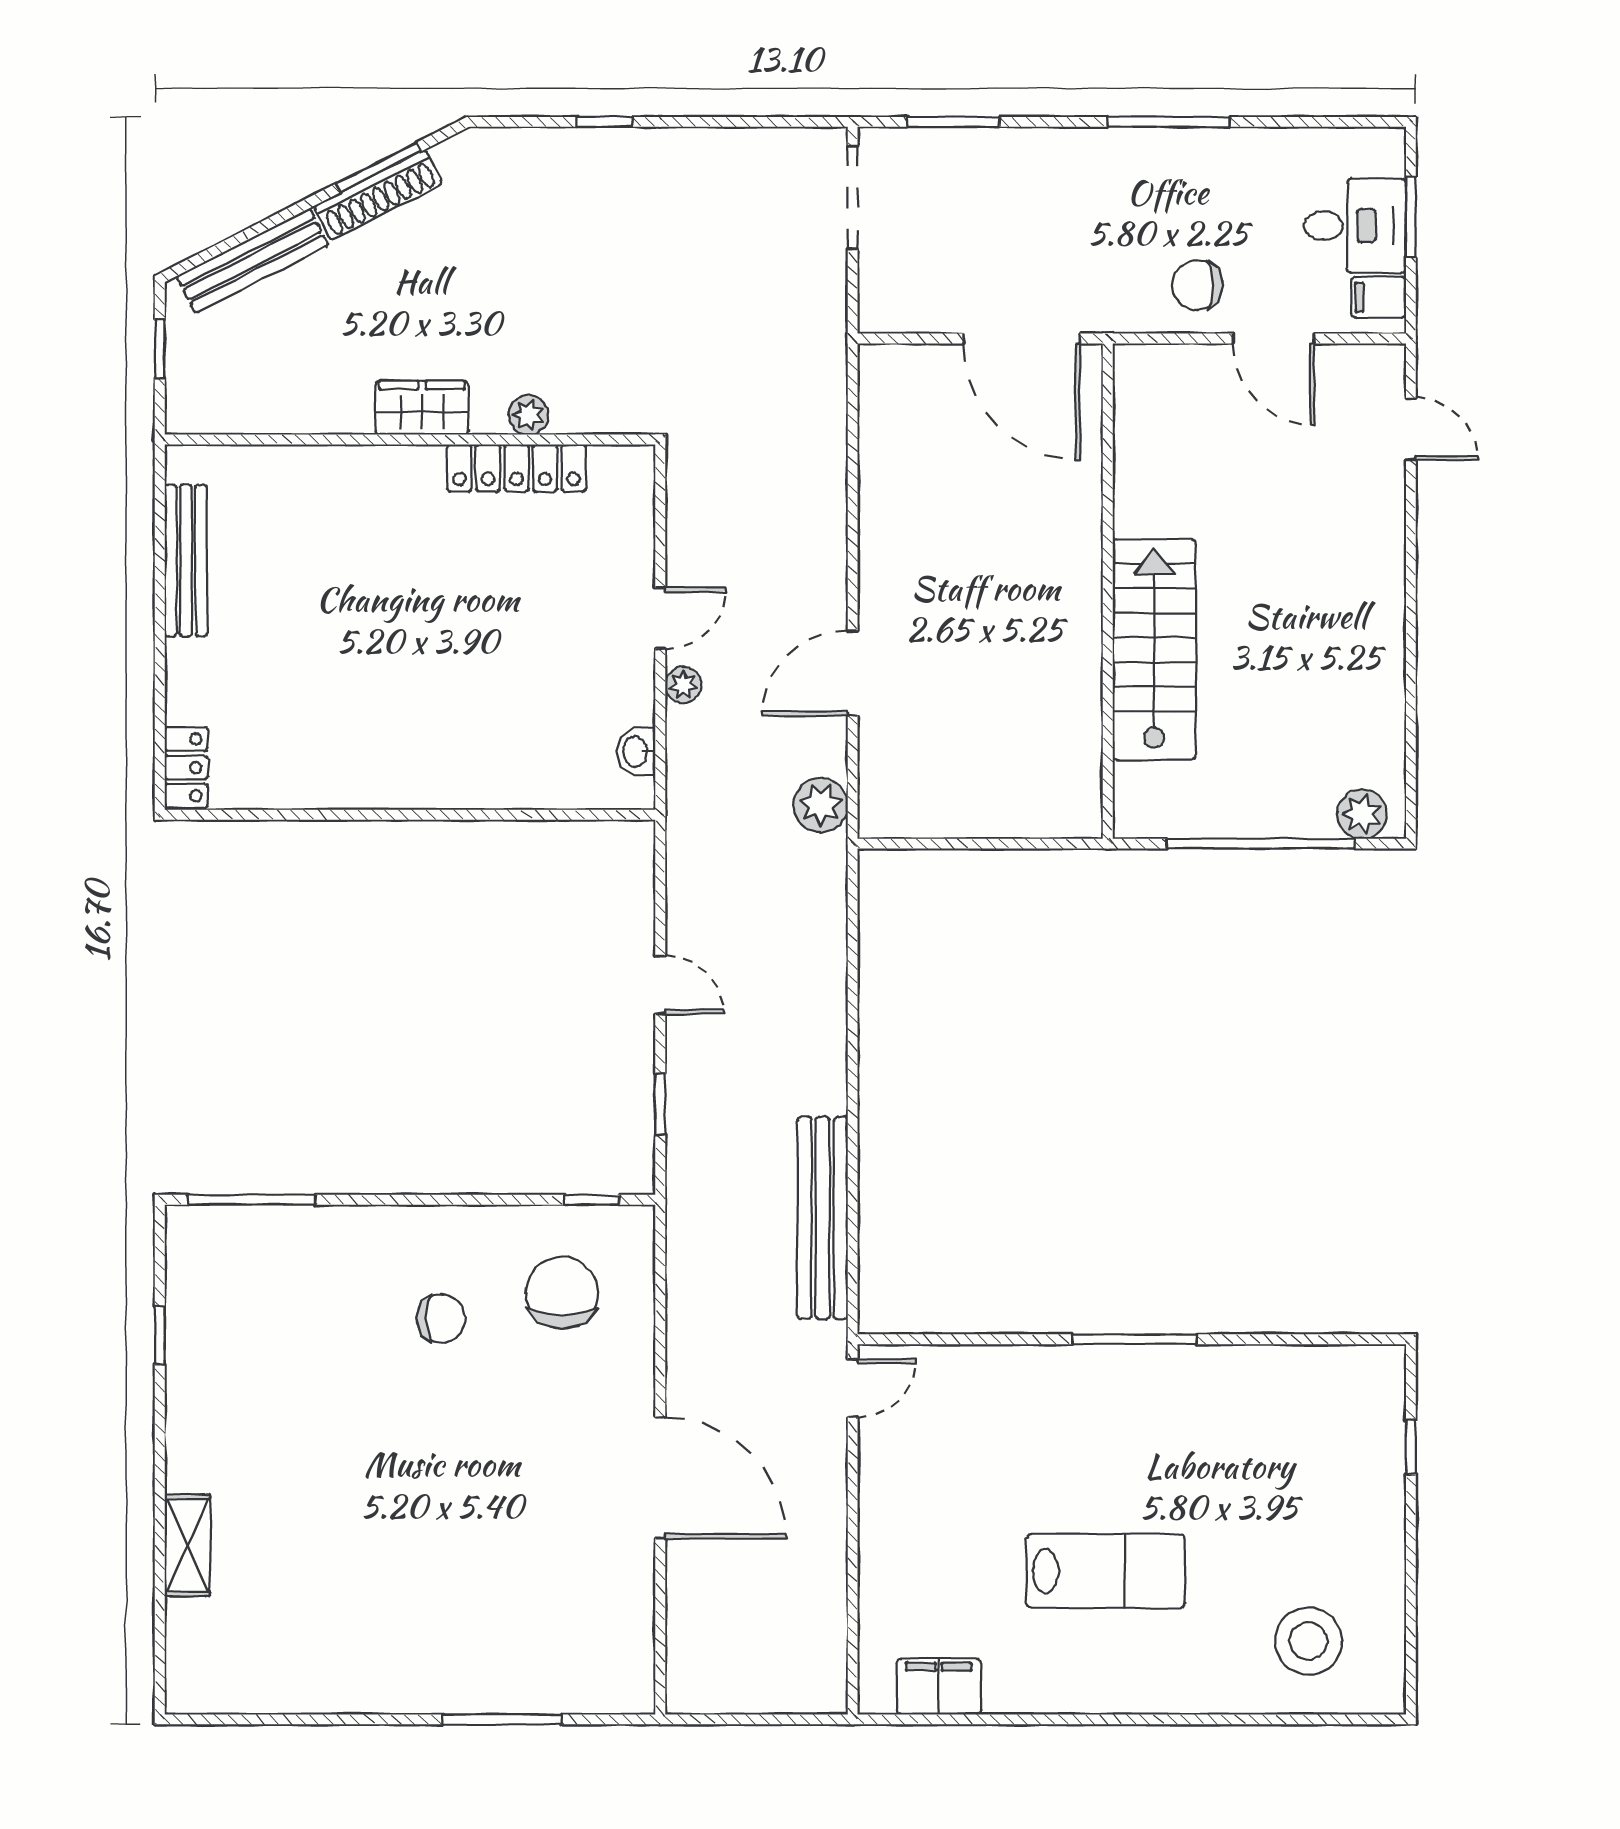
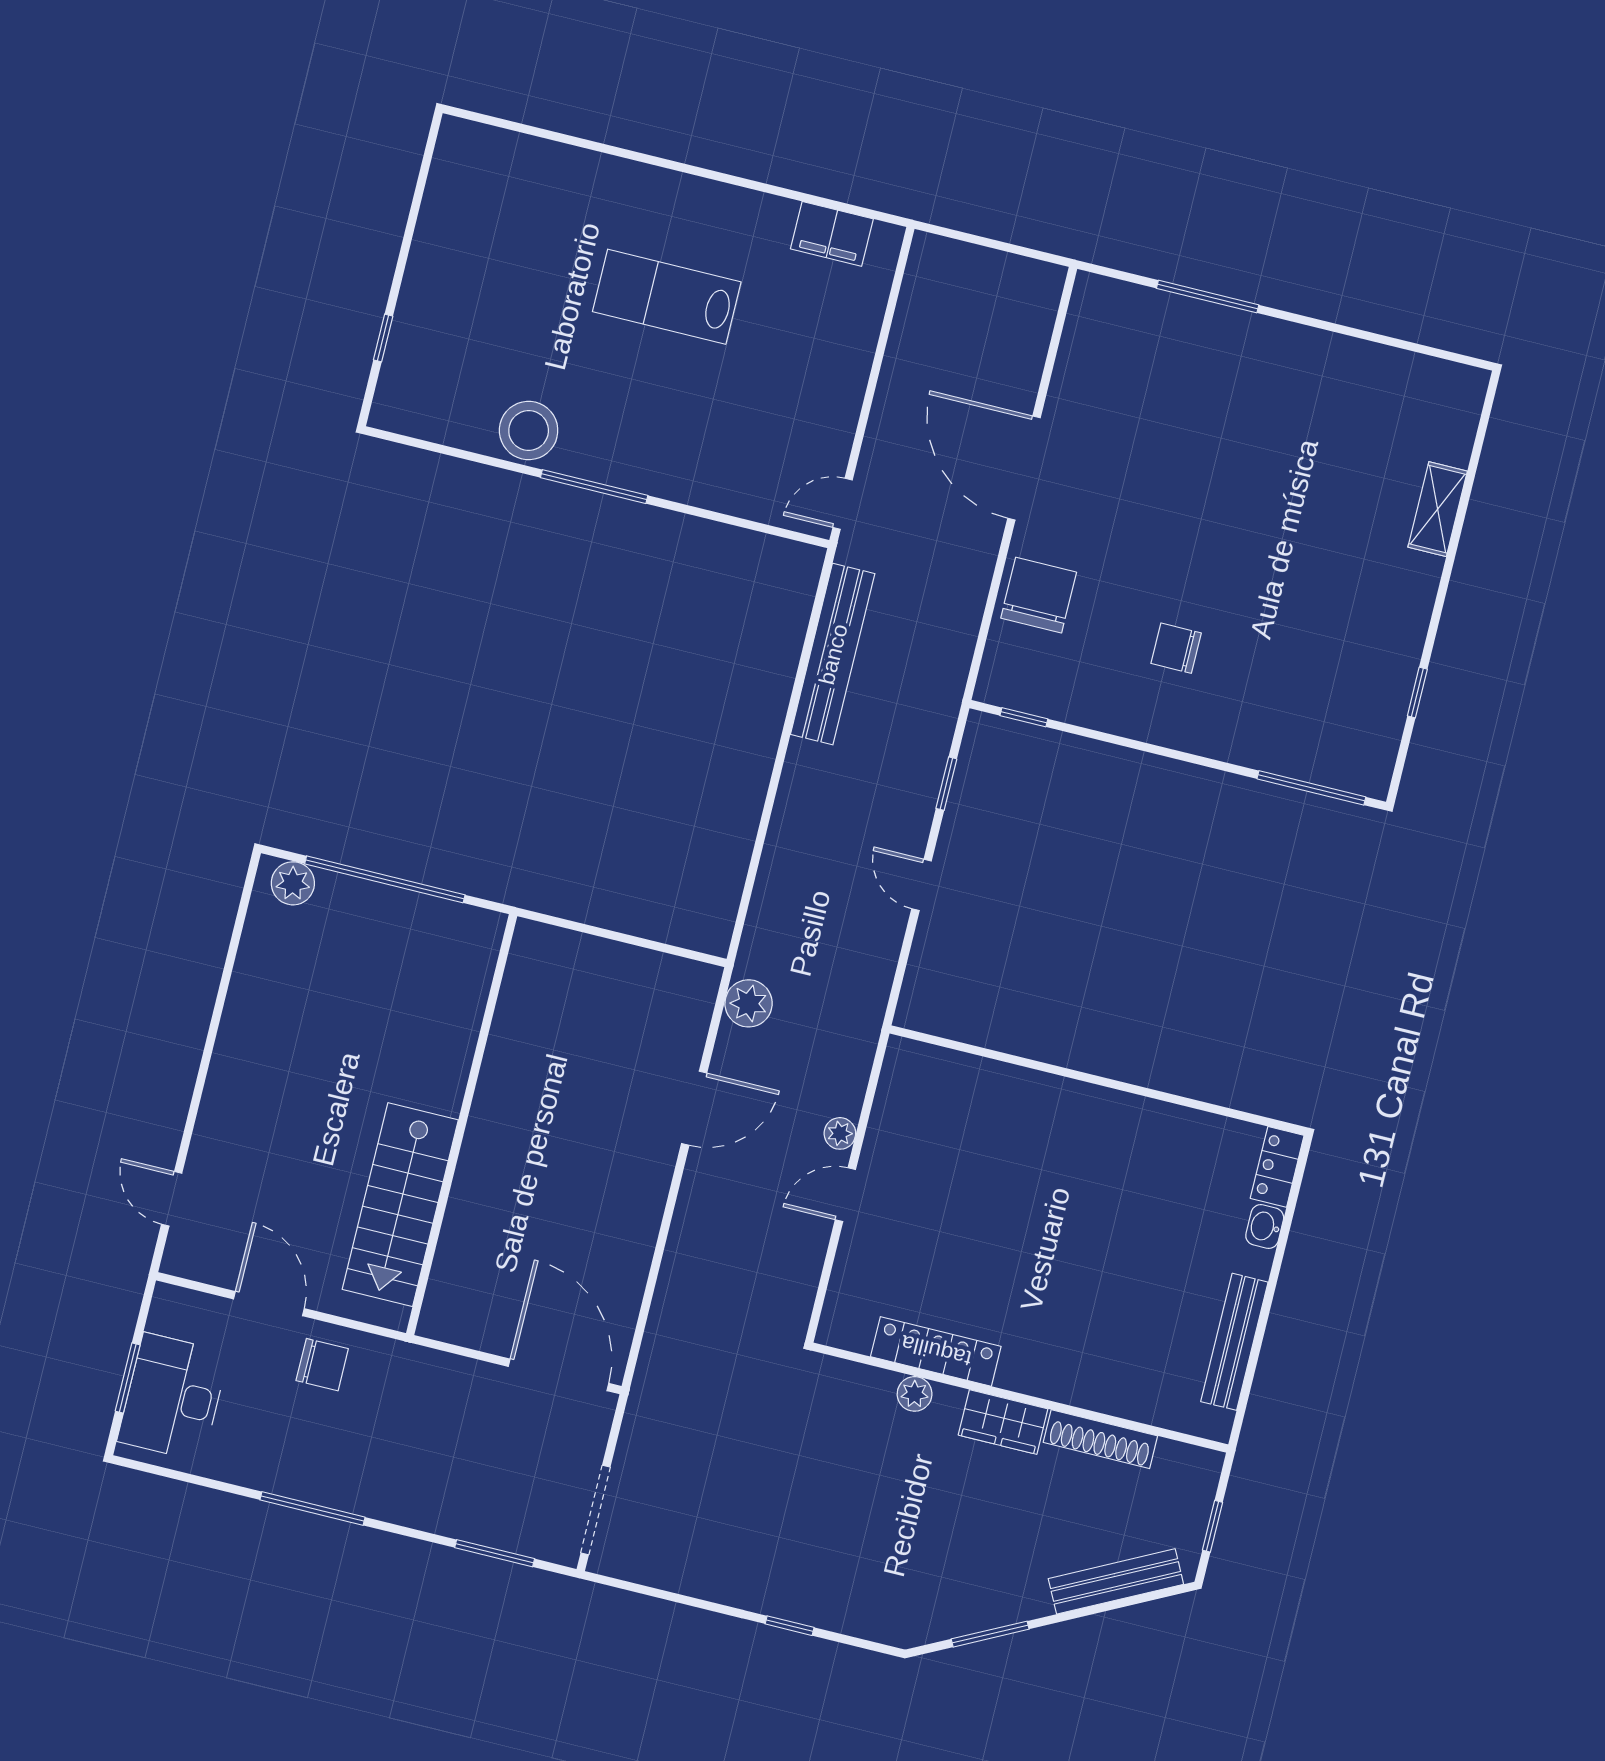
shoe rack: (378, 195) -> (1100, 1439), moved, turned -153
desk: (1355, 226) -> (173, 1397), width x1.37
filing cabinet: (1379, 297) -> (172, 1317), removed
door: (1022, 338) -> (559, 1375), moved
stairs: (1154, 649) -> (400, 1205), moved
washbasin: (636, 752) -> (1265, 1227), moved, turned 180
chair: (562, 1293) -> (1039, 595), moved, turned 180
stool: (1308, 1641) -> (529, 431), moved

